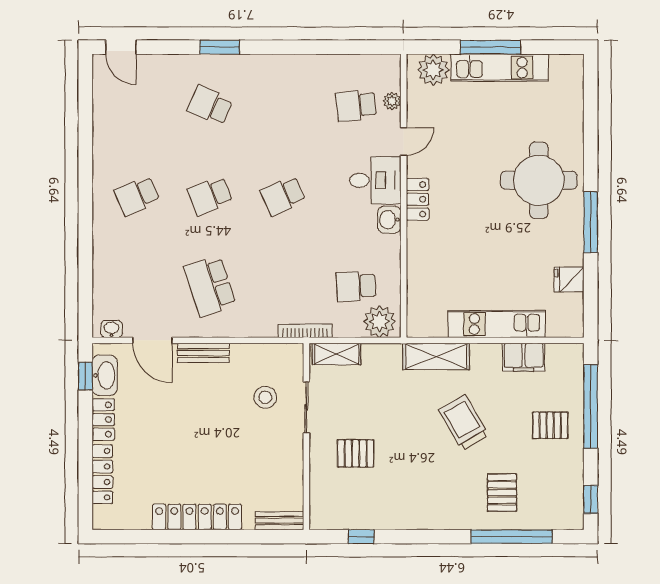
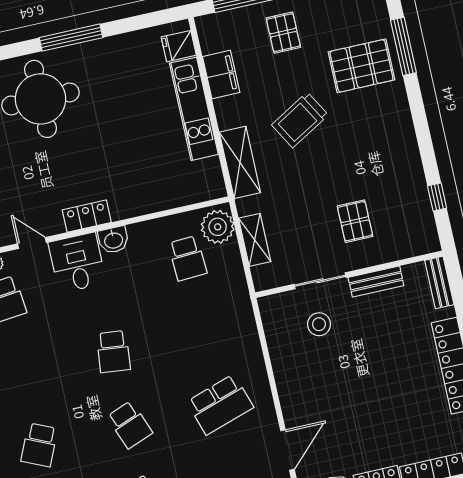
school desk: (283, 196) -> (113, 352), turned 30
fridge: (569, 280) -> (179, 46), moved, turned 90
bookcase: (305, 331) -> (244, 299), removed
bench: (203, 353) -> (376, 281), moved, turned 90
shelving: (337, 354) -> (255, 240), moved
pallet: (502, 493) -> (362, 66), width x1.50, depth x1.42
window: (512, 537) -> (403, 46), width x0.68

